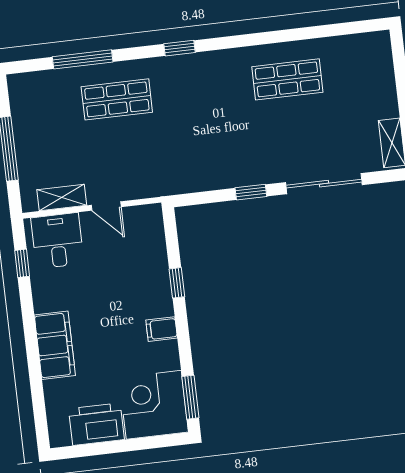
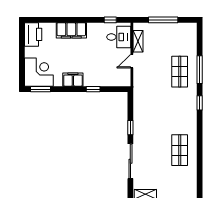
window: (83, 59) -> (200, 70), moved
filing cabinet: (162, 329) -> (73, 80), width x2.00
printer: (97, 424) -> (33, 34), moved

